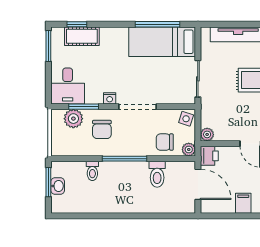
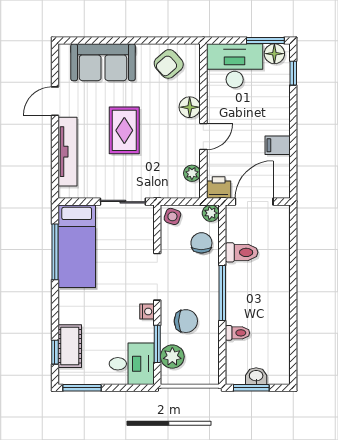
plant: (207, 134) -> (192, 173), moved
chair: (165, 142) -> (201, 243), turned 180

